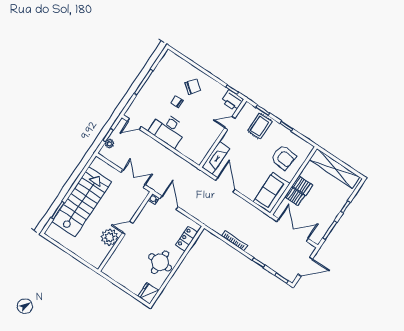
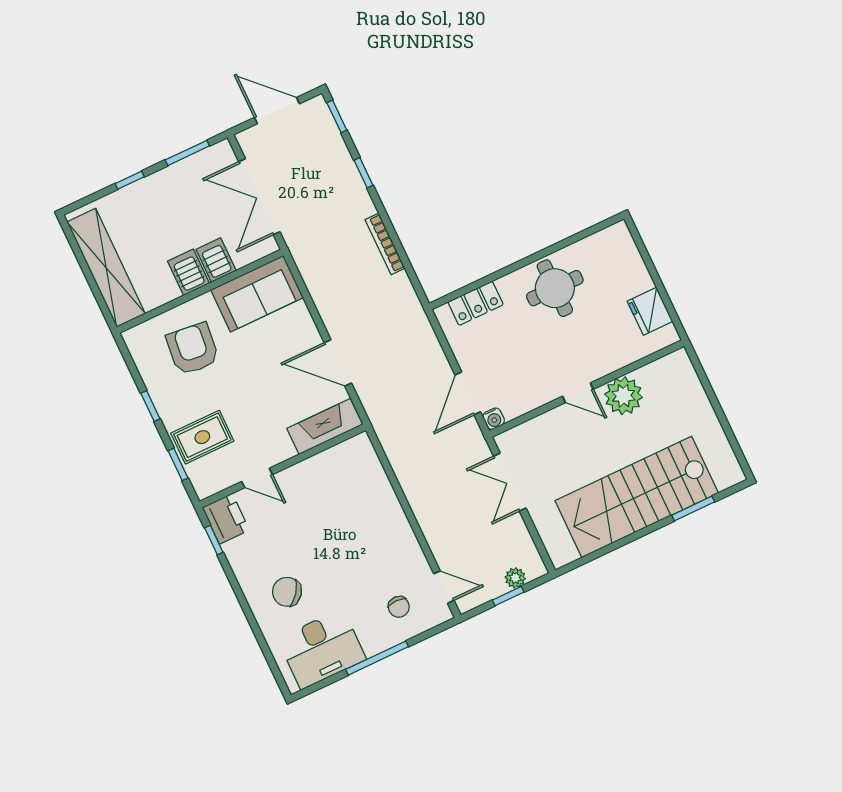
chair: (177, 102) -> (399, 607), moved
desk: (168, 130) -> (322, 649), moved, turned 90
door: (225, 185) -> (338, 363), hinge flipped
fridge: (148, 293) -> (650, 311), moved, turned 90

